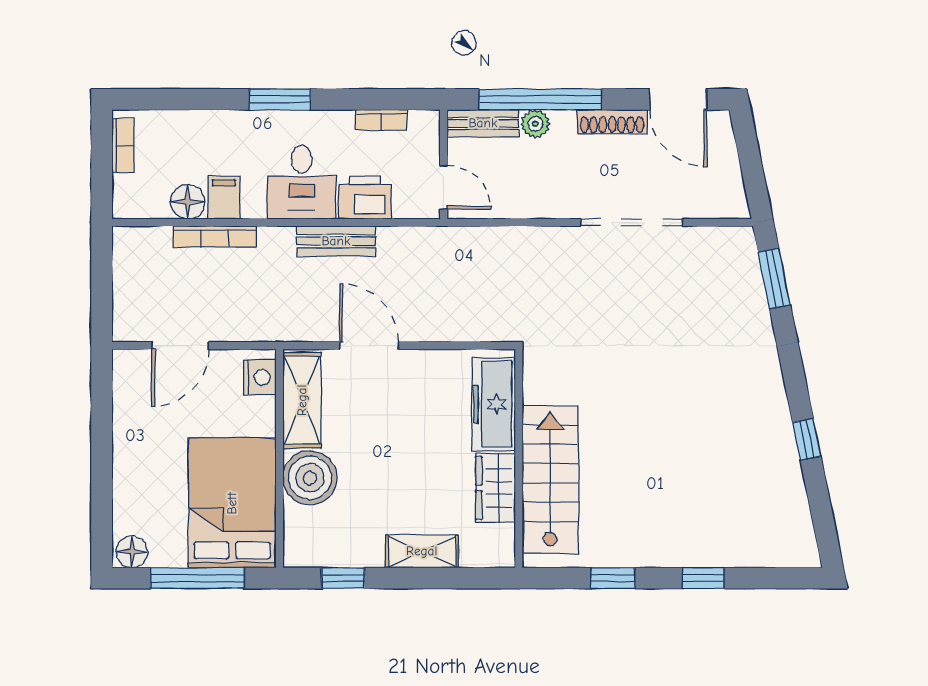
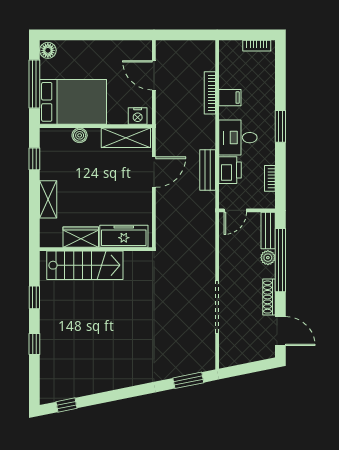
door: (678, 99) -> (280, 331), swing flipped
floor lamp: (188, 202) -> (228, 79), removed
bench: (336, 241) -> (208, 170), moved
window: (807, 439) -> (66, 405), moved
boiler: (310, 478) -> (80, 135), width x0.54, depth x0.54

